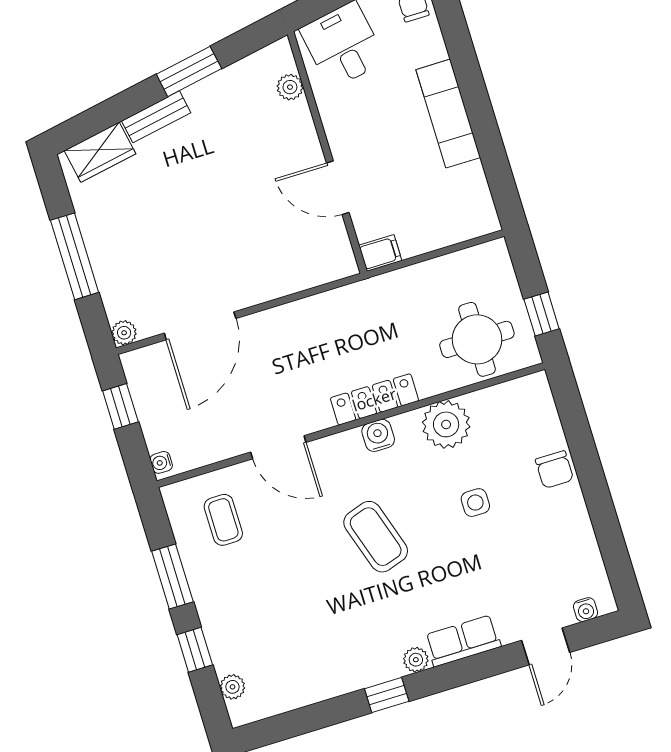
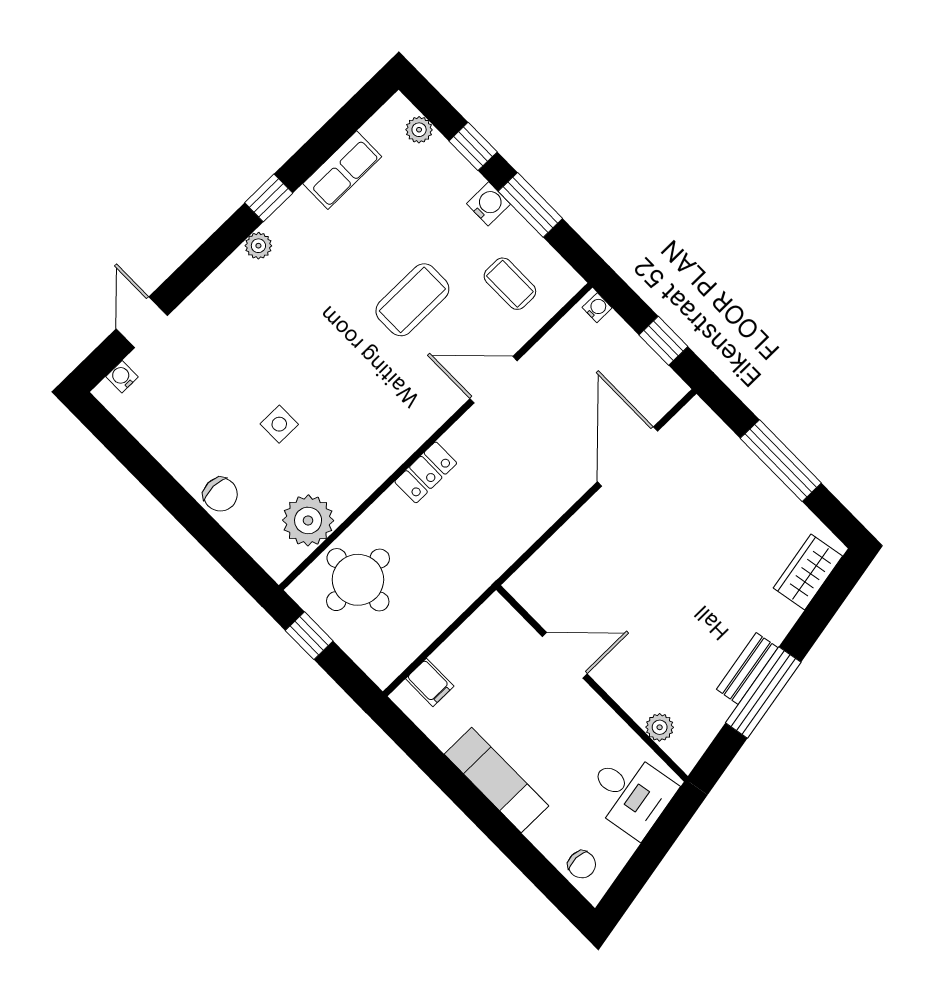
window: (189, 71) -> (763, 692), width x1.44
bench: (156, 117) -> (747, 669), moved
filing cabinet: (380, 253) -> (430, 682), moved, turned -90
plant: (124, 333) -> (696, 412), removed
locker: (374, 399) -> (426, 472), width x0.66
plant: (446, 424) -> (308, 520), moved
water cooler: (378, 435) -> (488, 204), moved, turned -90
chair: (554, 470) -> (220, 494), turned 180
coffee table: (376, 537) -> (412, 300), moved, turned -72
row of seats: (463, 641) -> (342, 170), moved

